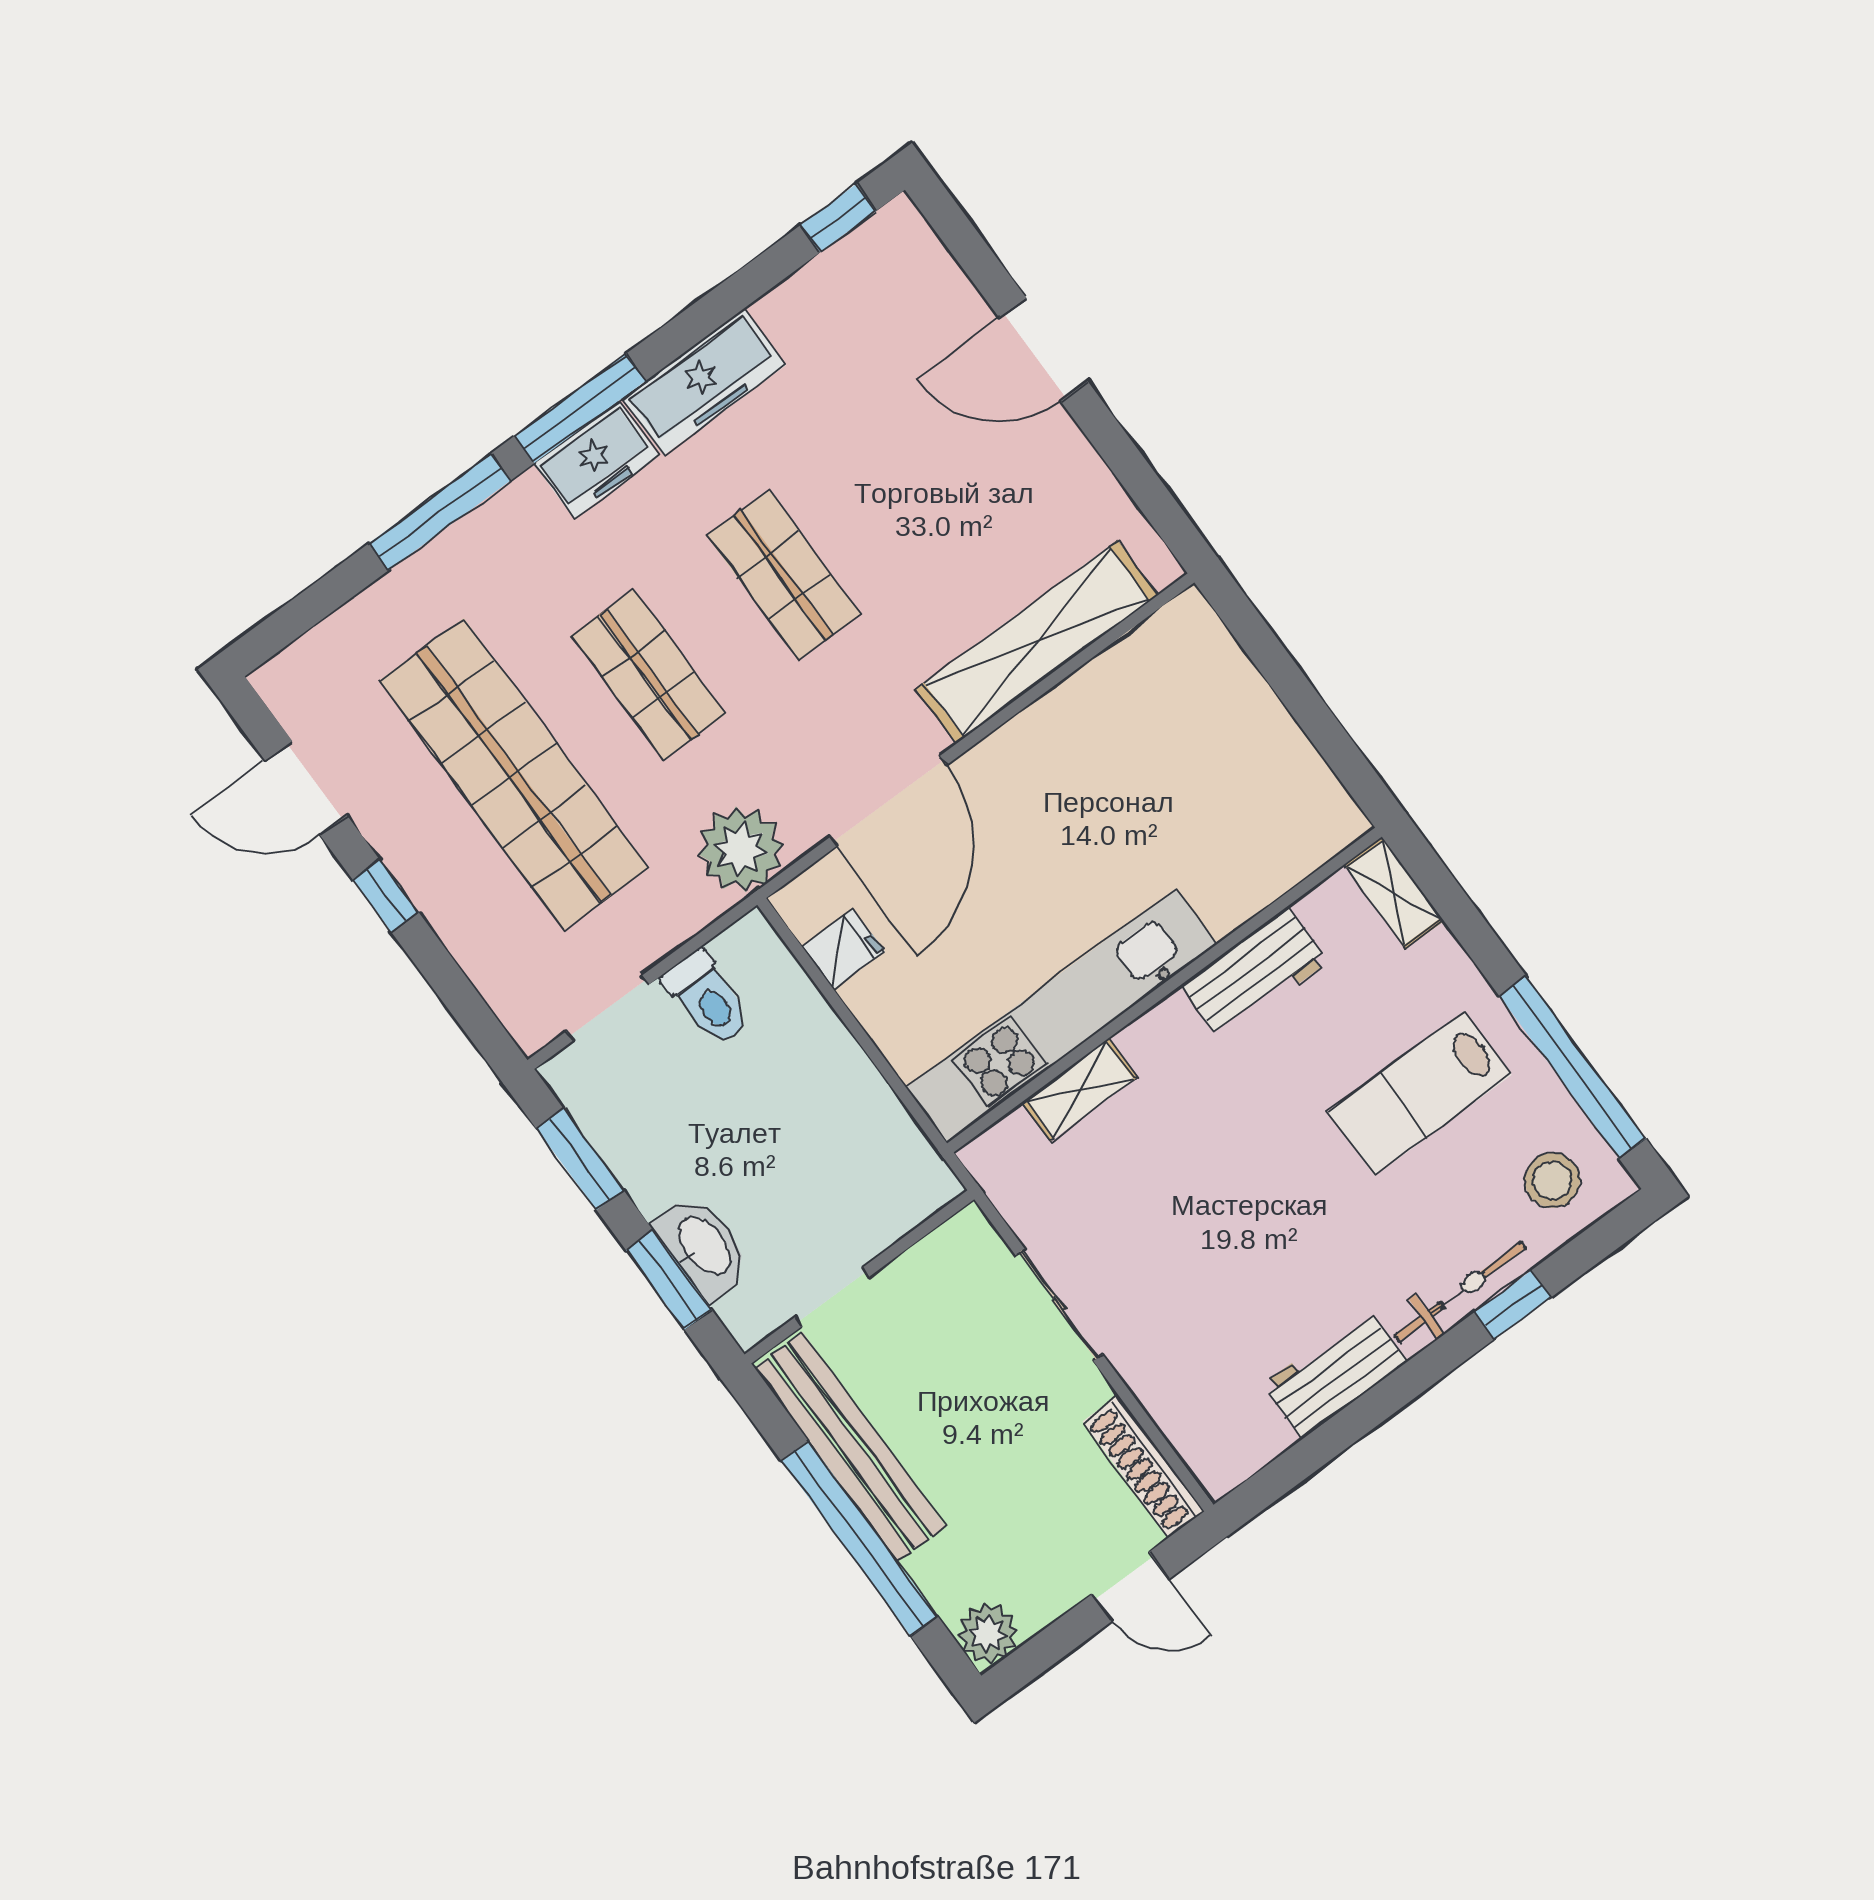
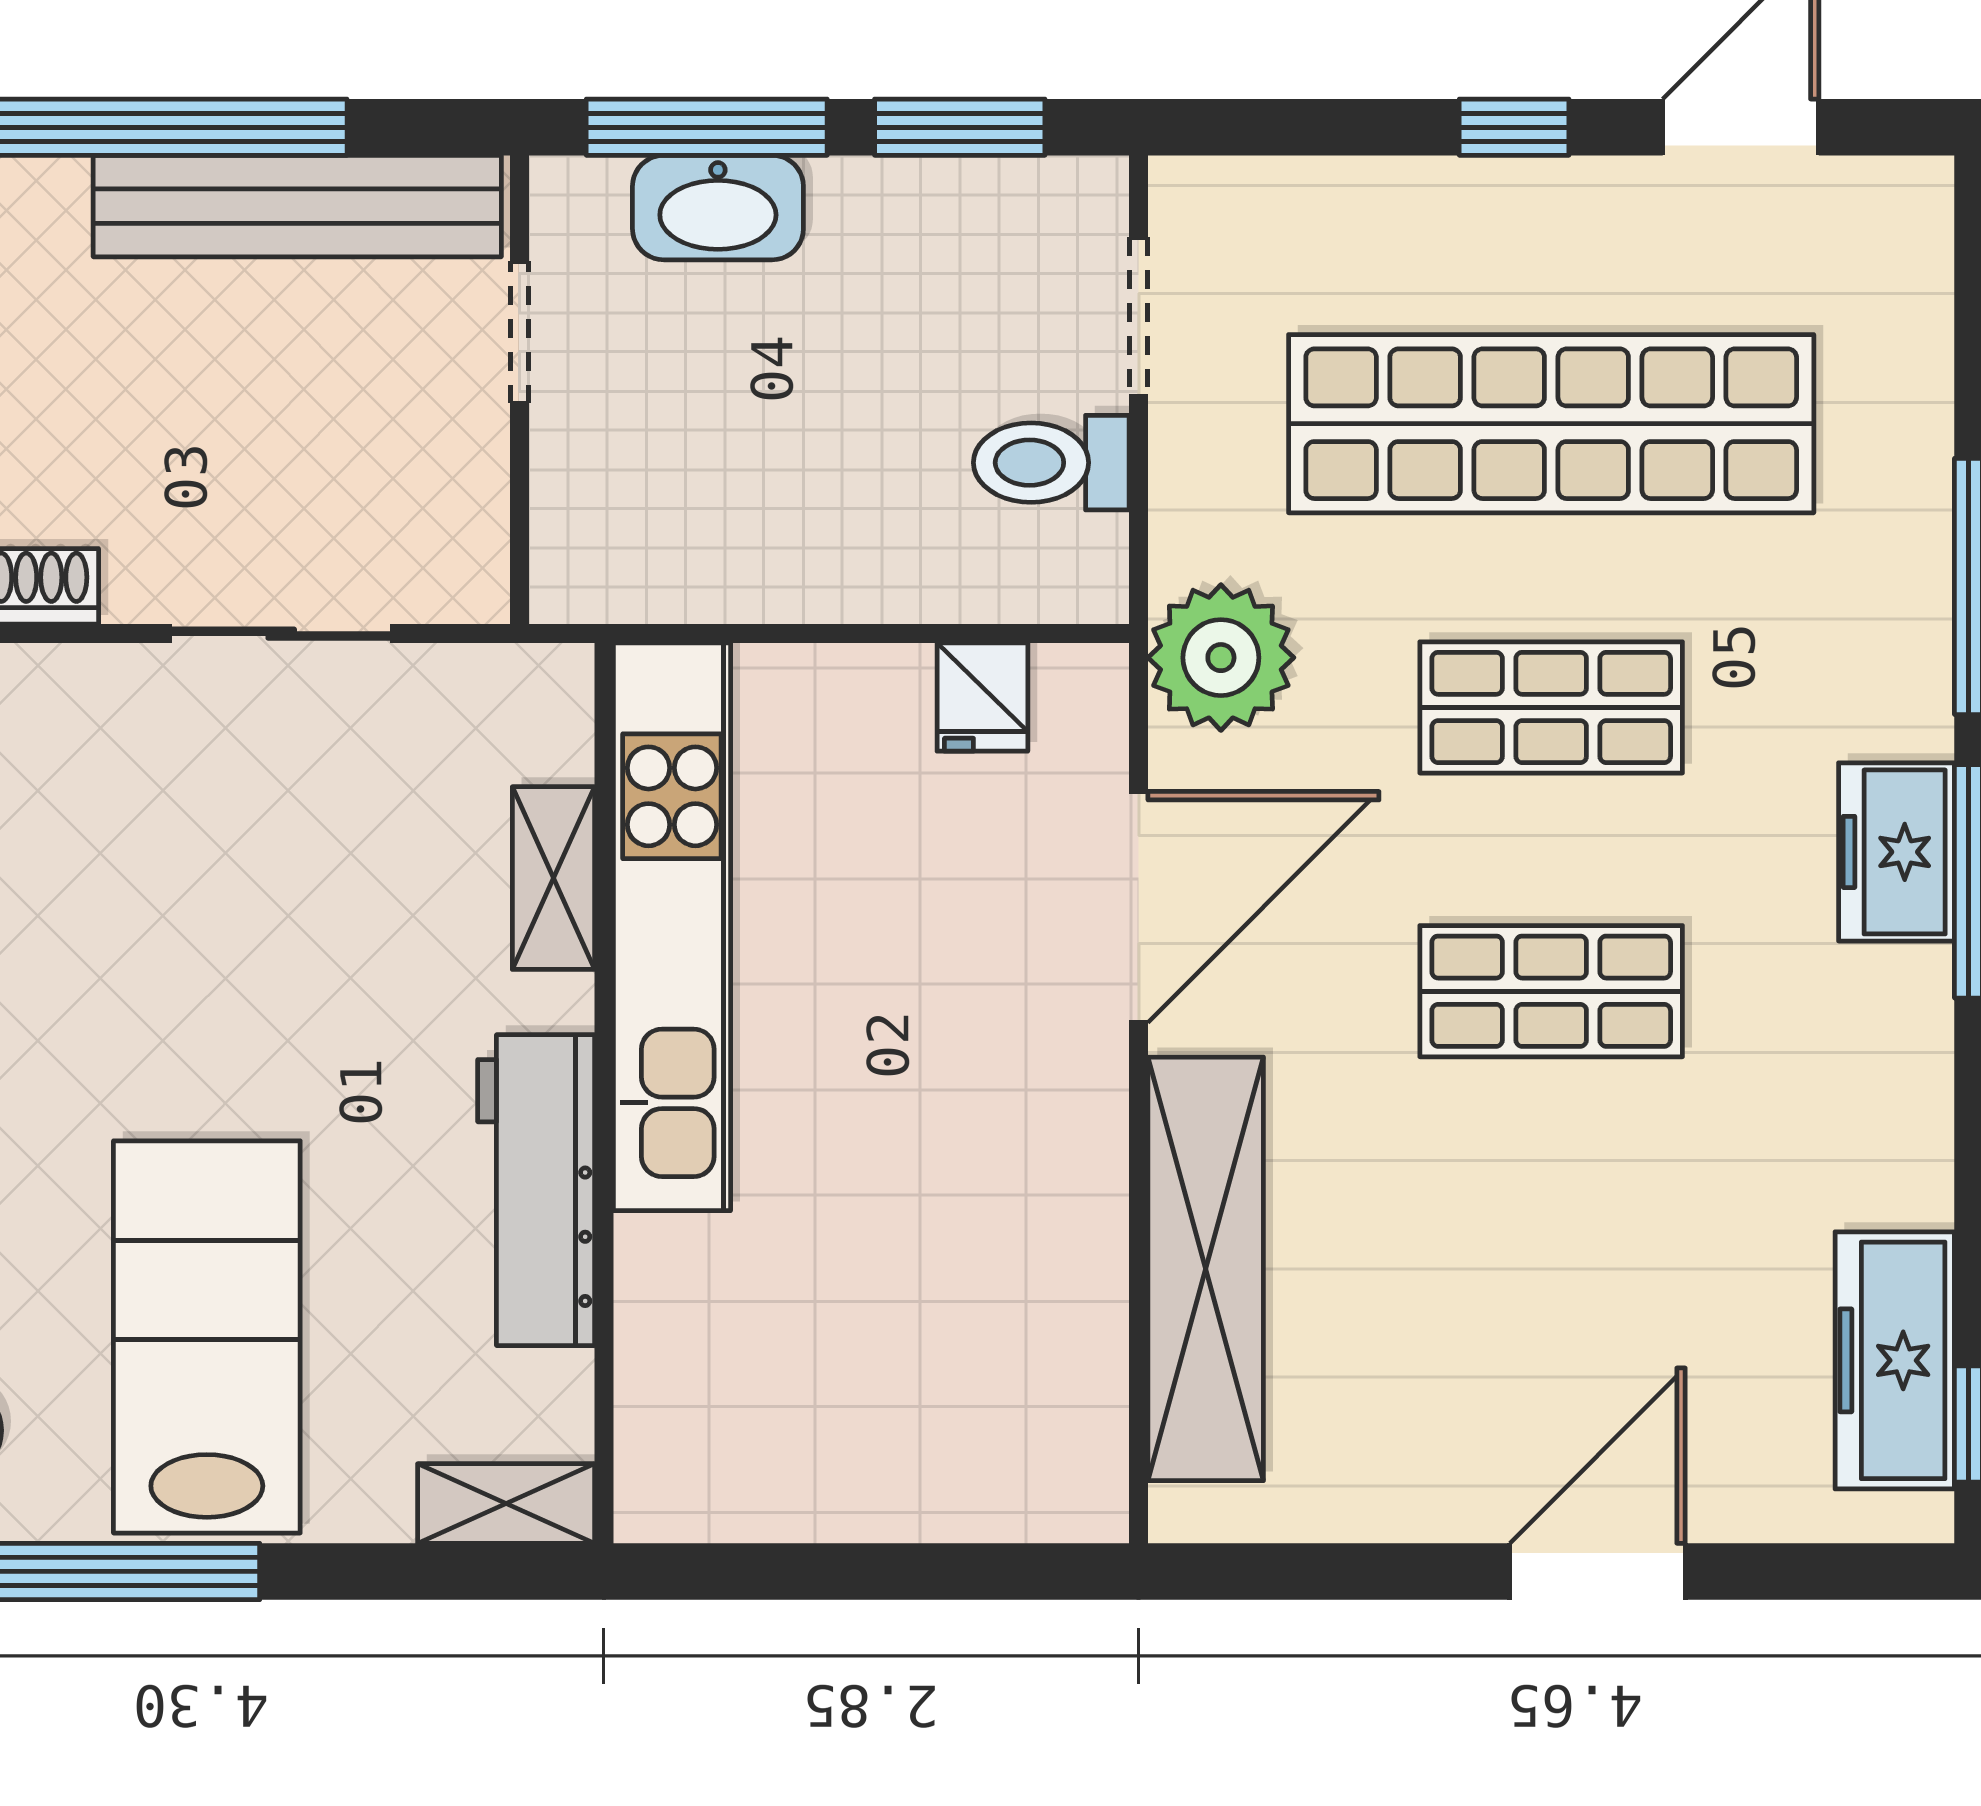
freezer: (704, 382) -> (1895, 1360), moved
door: (888, 801) -> (1139, 907), swing flipped
workbench: (1254, 973) -> (536, 1190), width x1.37
lab bench: (1420, 1093) -> (207, 1337), width x1.36, depth x1.39
window: (669, 1280) -> (707, 127), width x1.44

